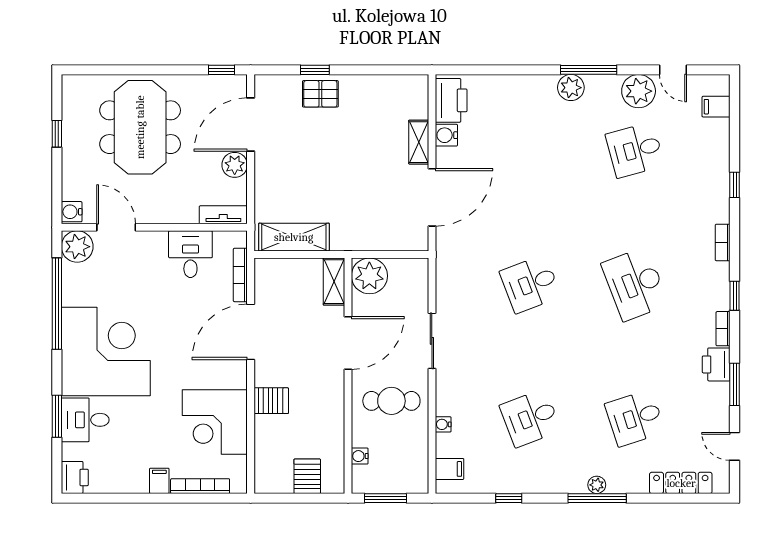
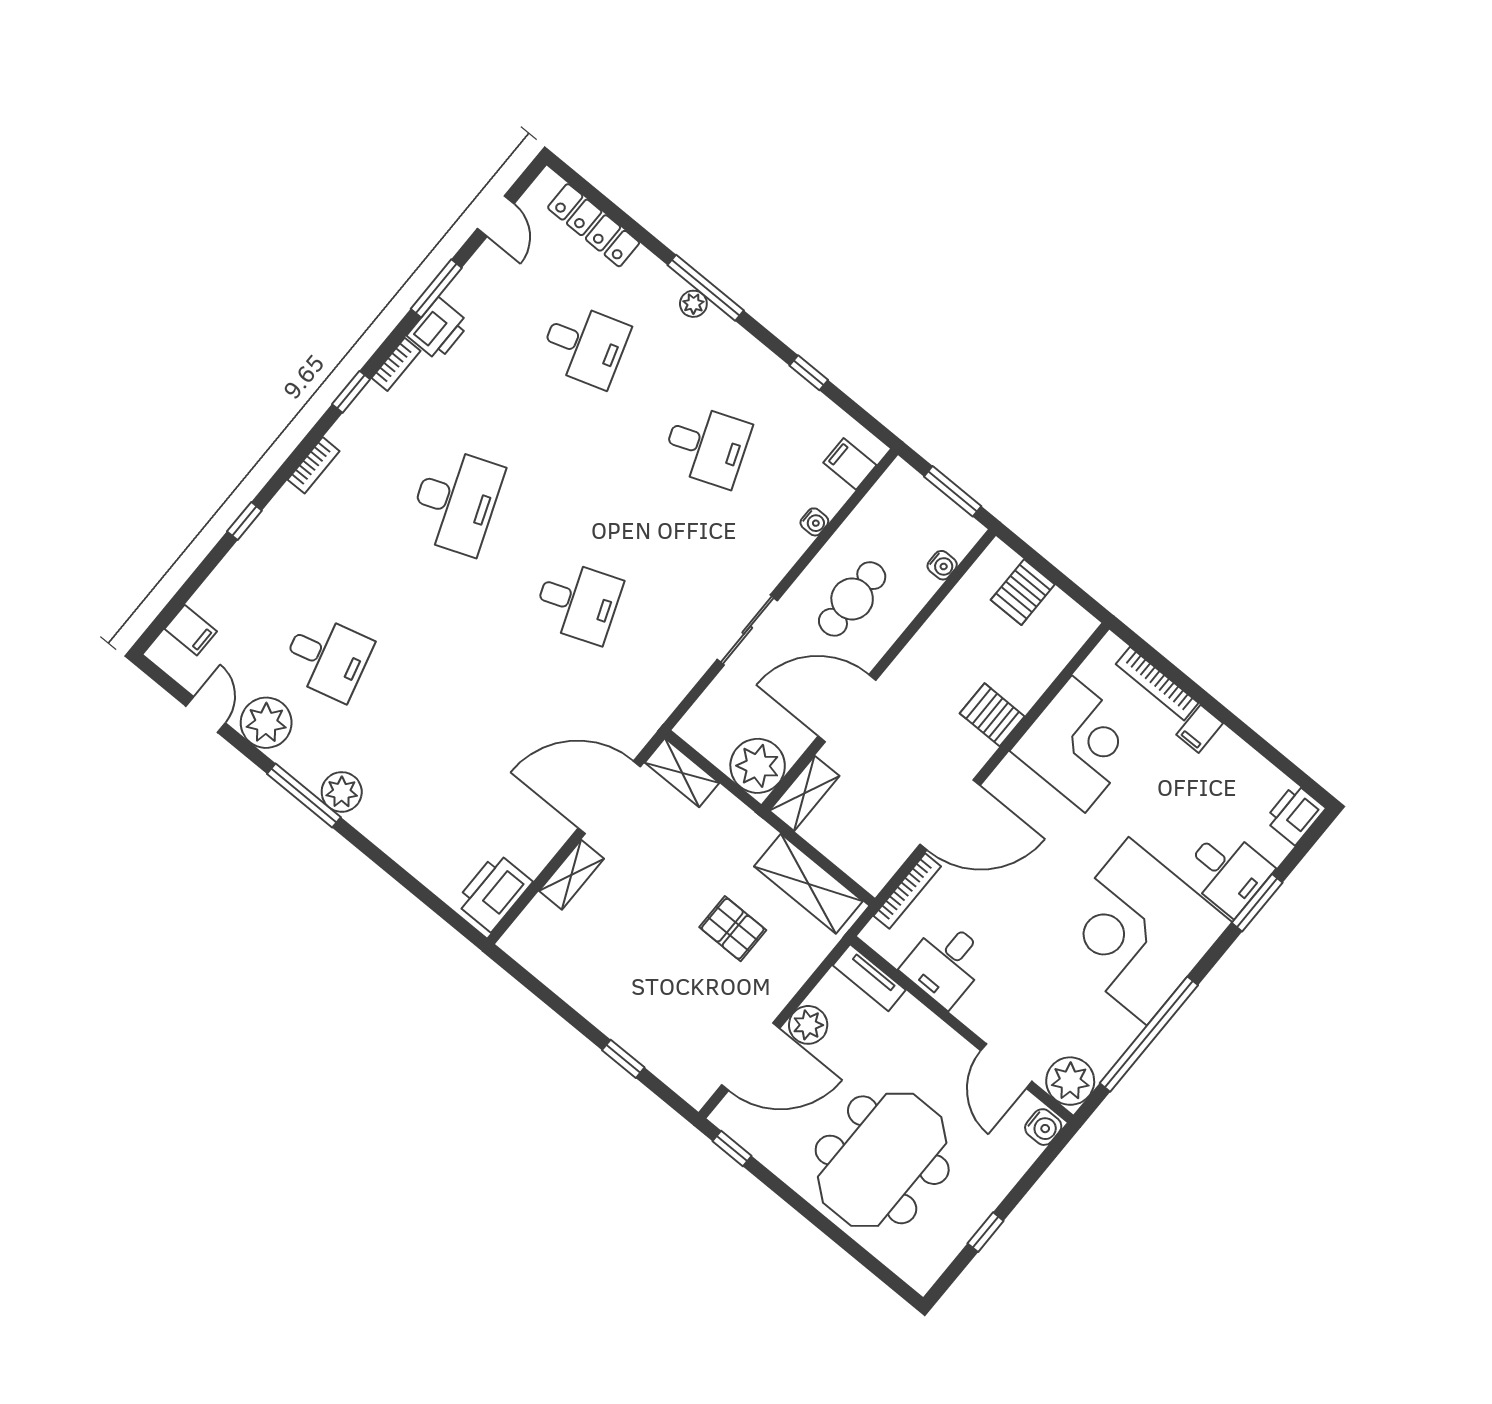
pallet: (320, 94) -> (733, 929), moved
water cooler: (446, 135) -> (533, 856), removed
shelving: (405, 241) -> (682, 773), added
cafe table: (391, 401) -> (852, 599), turned 90

